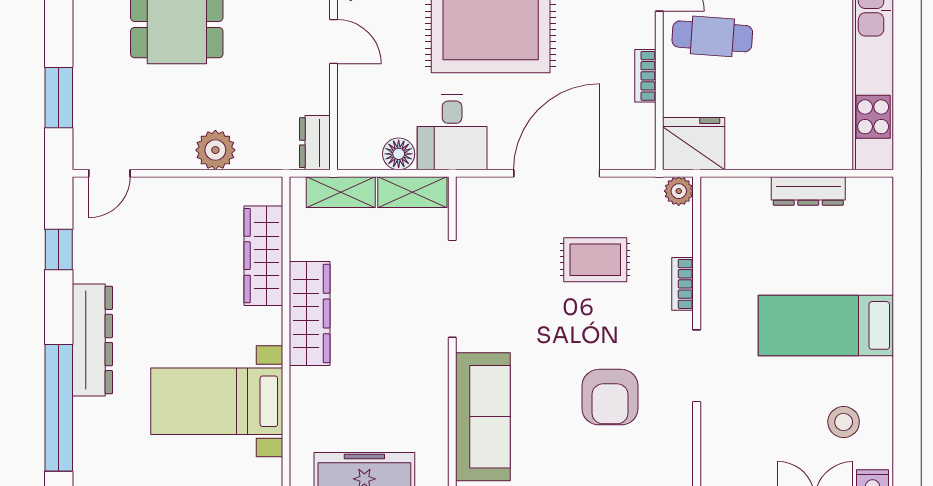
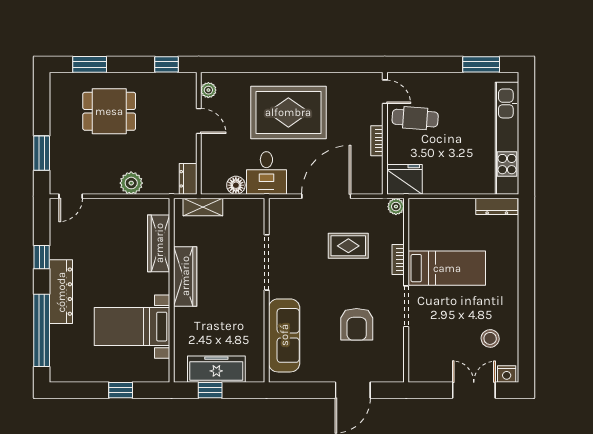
dresser: (808, 191) -> (497, 206), moved
shelving: (412, 192) -> (244, 207), removed
window: (59, 249) -> (42, 257), moved
bed: (826, 325) -> (447, 268), moved, turned 180

